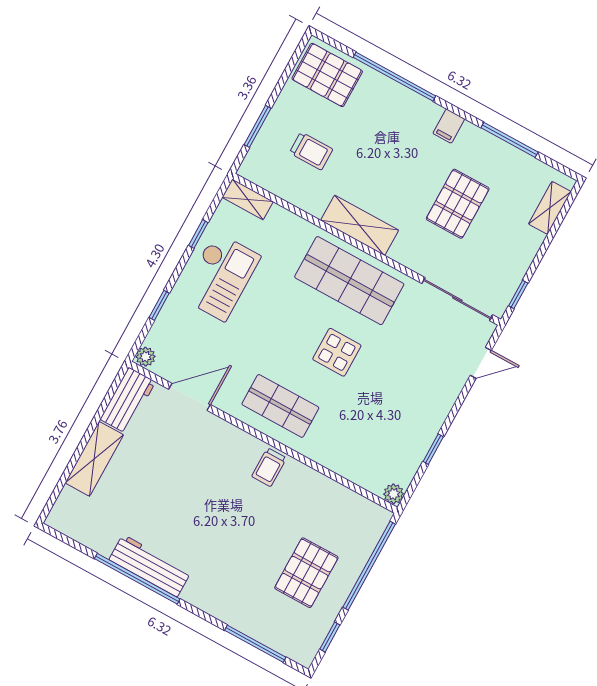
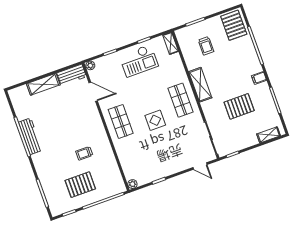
shop shelf: (349, 281) -> (180, 100), width x0.70, depth x0.74
trolley: (269, 467) -> (84, 153), moved

